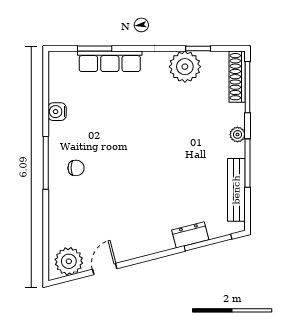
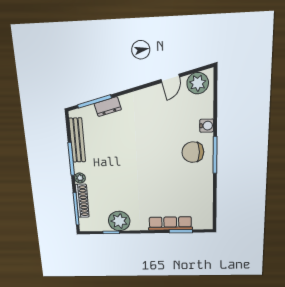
shoe rack: (237, 77) -> (82, 201), moved
water cooler: (57, 112) -> (207, 126), moved
chair: (76, 168) -> (193, 152), width x1.87, depth x1.87

